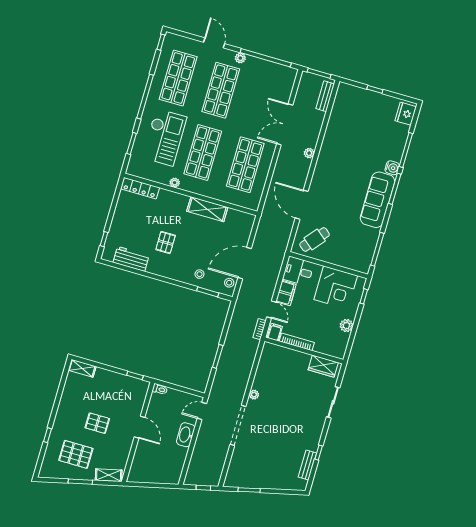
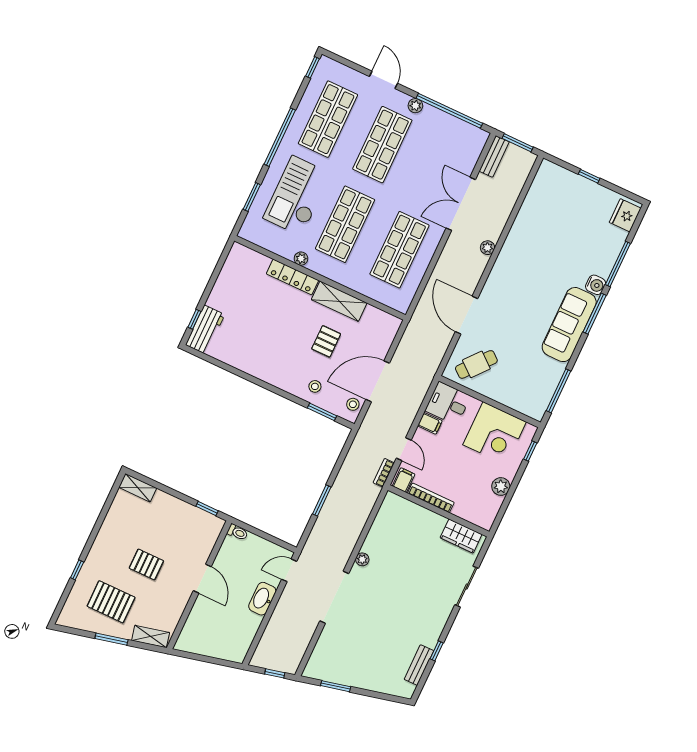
bench: (325, 96) -> (494, 156), moved
checkout: (164, 137) -> (297, 196), turned 180
locker: (140, 188) -> (292, 277), moved
pallet: (166, 242) -> (326, 341), moved
workbench: (131, 259) -> (205, 330), moved, turned 90
filing cabinet: (286, 293) -> (430, 423), width x0.50

